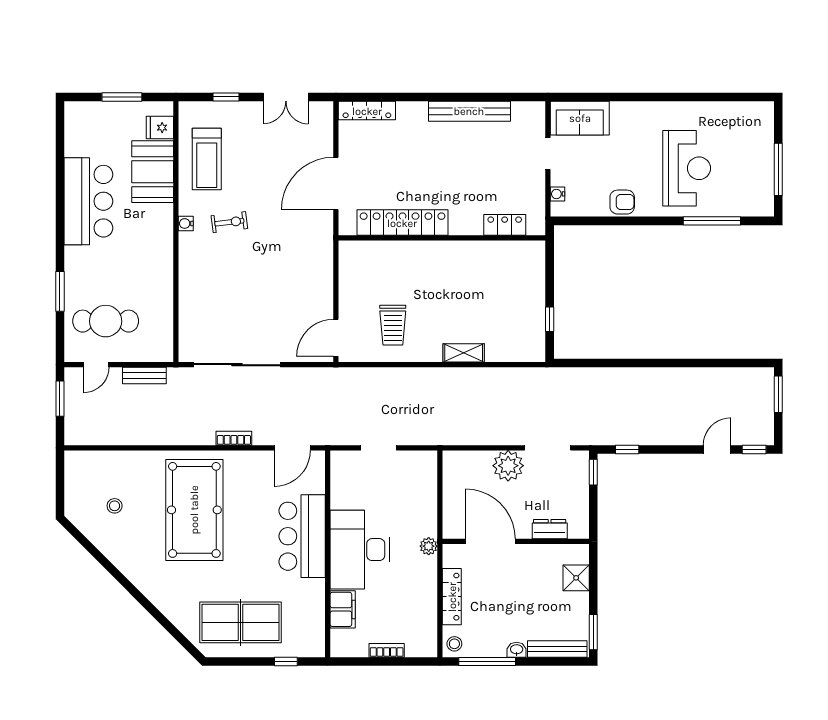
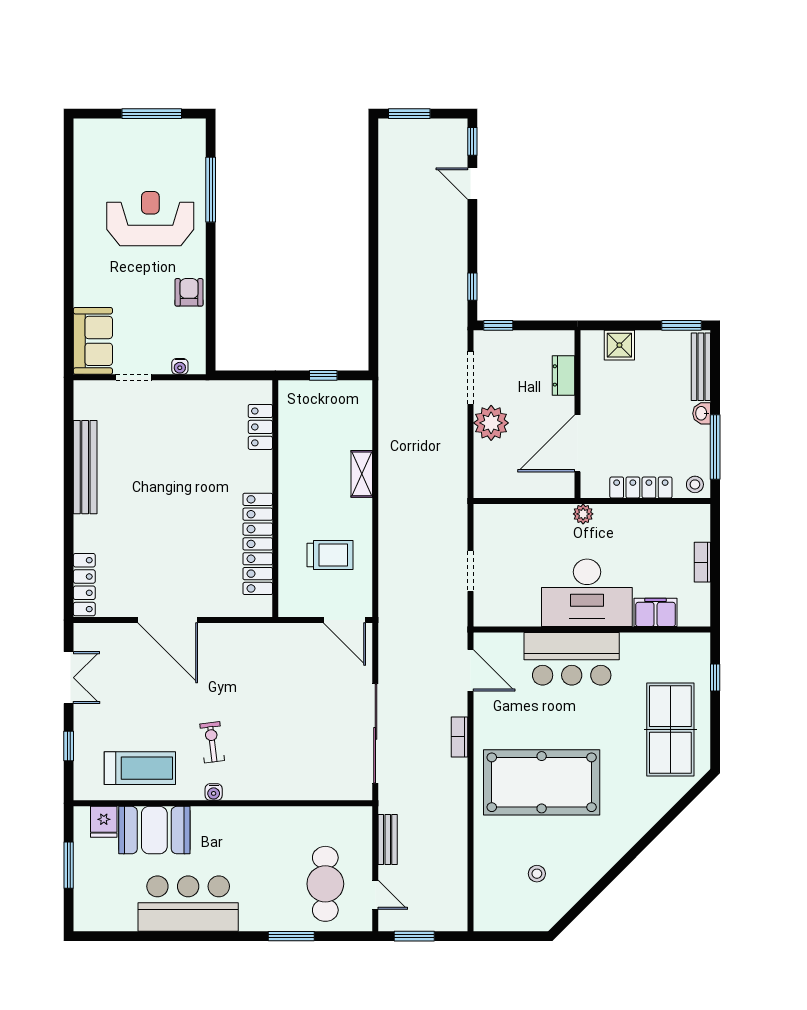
locker: (402, 223) -> (258, 544), moved
locker: (505, 225) -> (260, 427), moved
wall: (442, 238) -> (275, 499), moved

